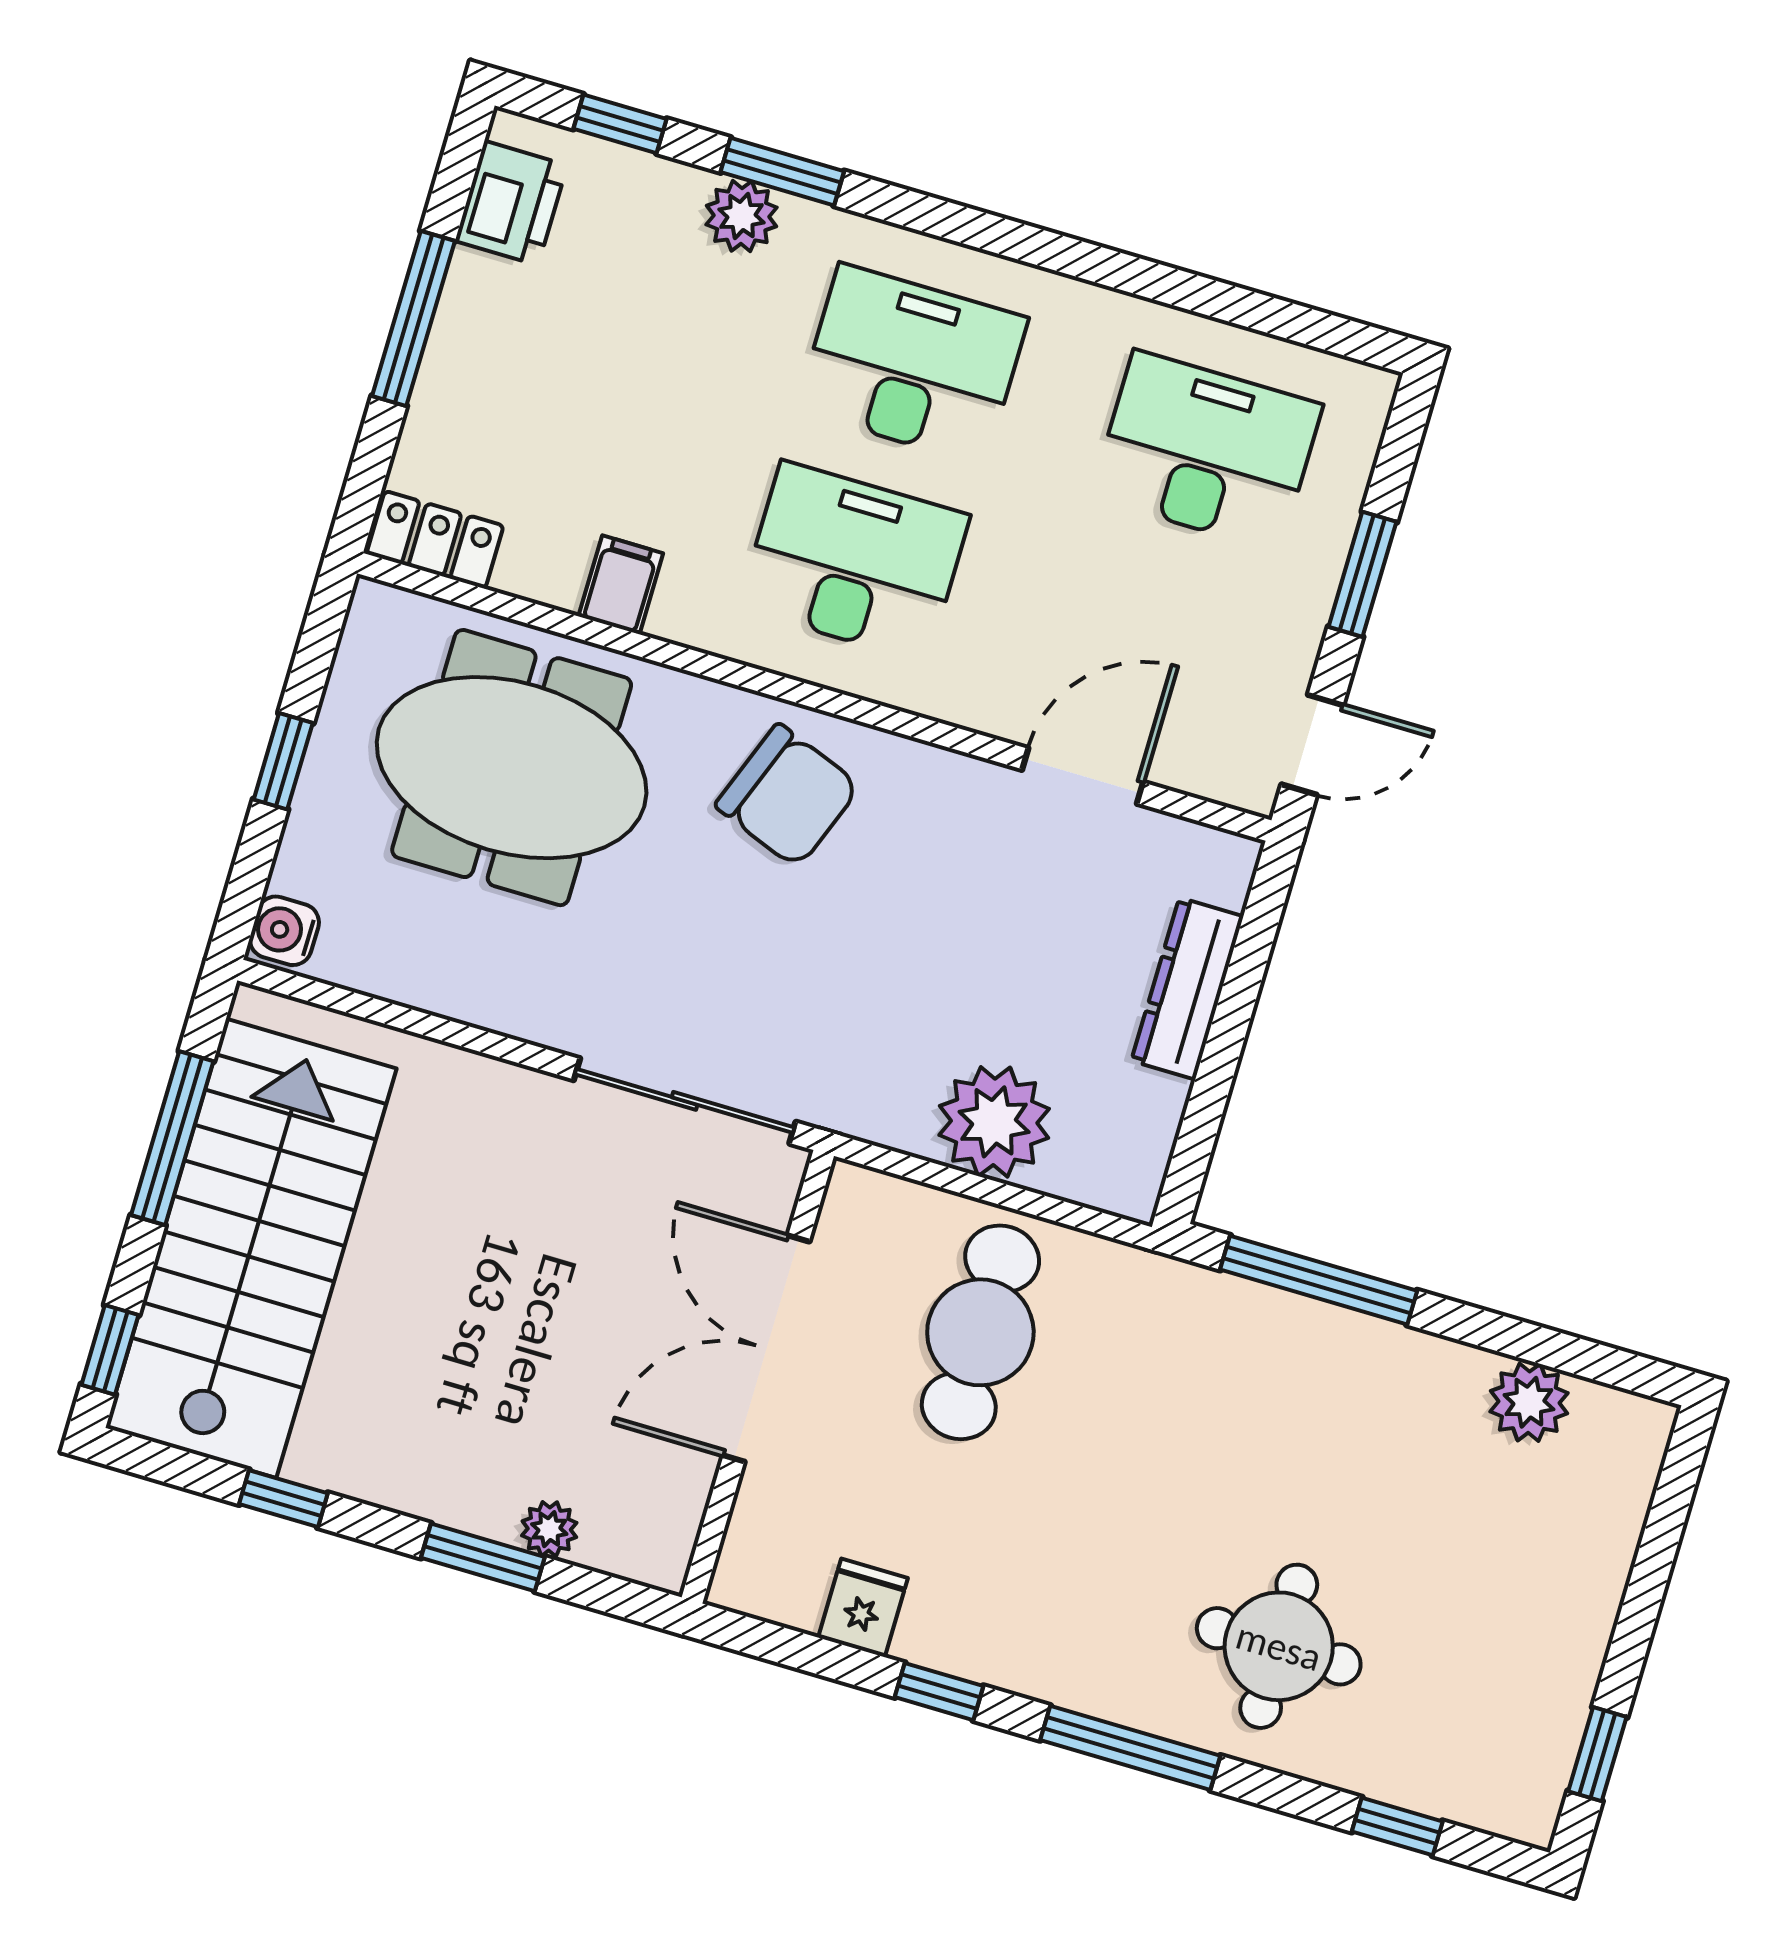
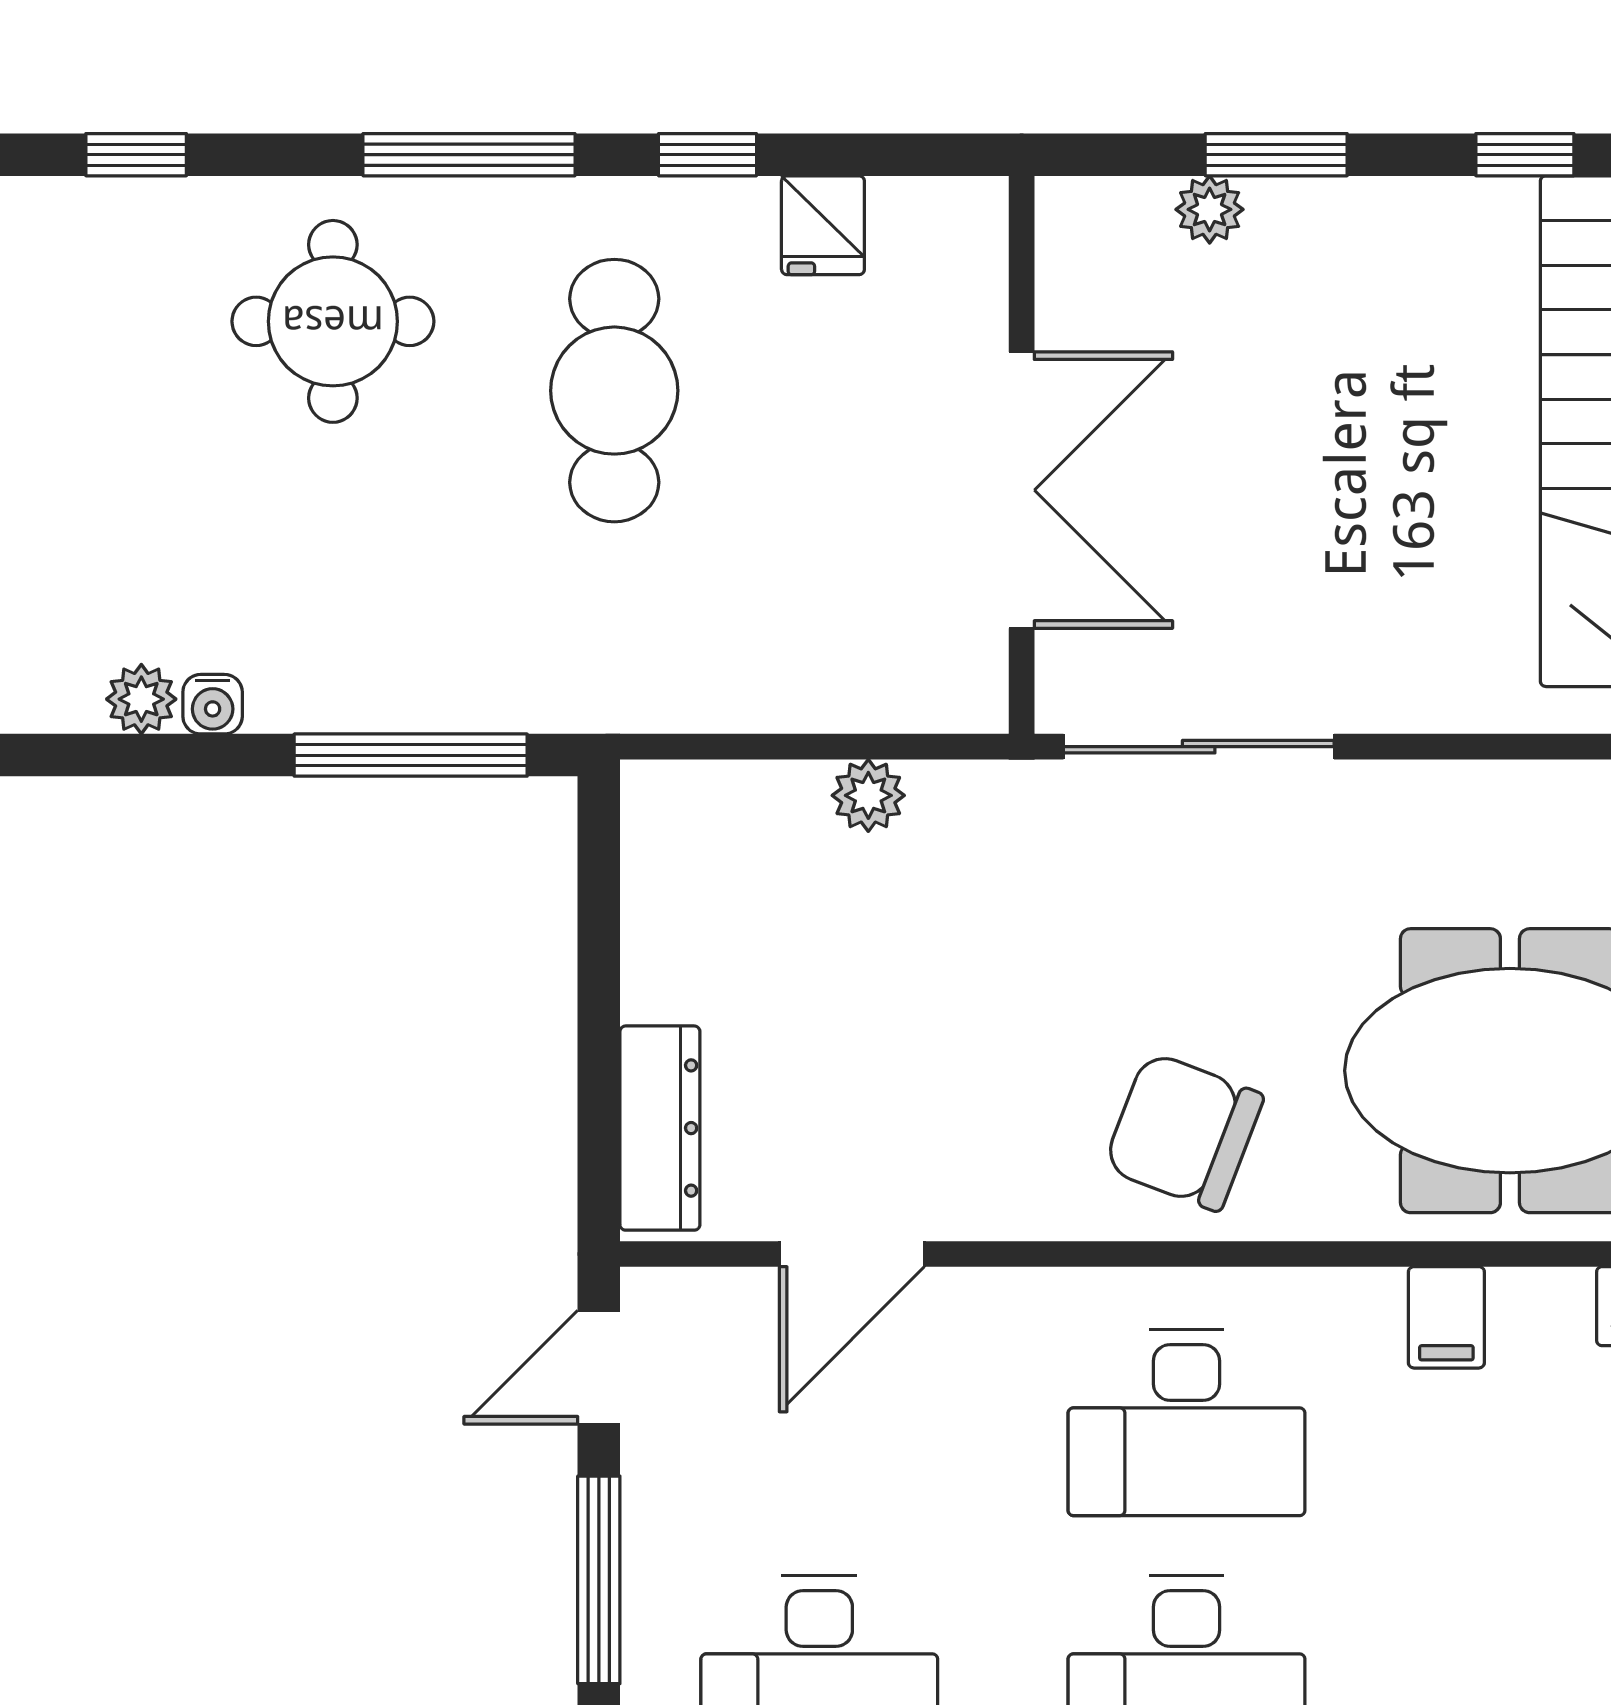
window: (1362, 574) -> (599, 1580), width x1.44
dresser: (1187, 989) -> (660, 1128), moved
plant: (994, 1122) -> (868, 795), width x0.53, depth x0.53
cafe table: (980, 1332) -> (614, 391), moved
water cooler: (1466, 1368) -> (213, 704), added
plant: (1529, 1402) -> (141, 699), width x0.73, depth x0.73

